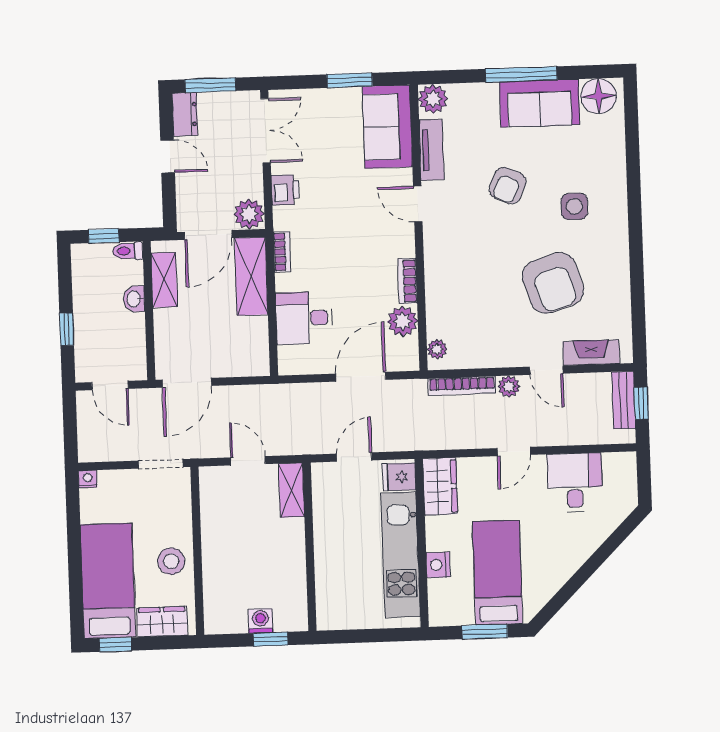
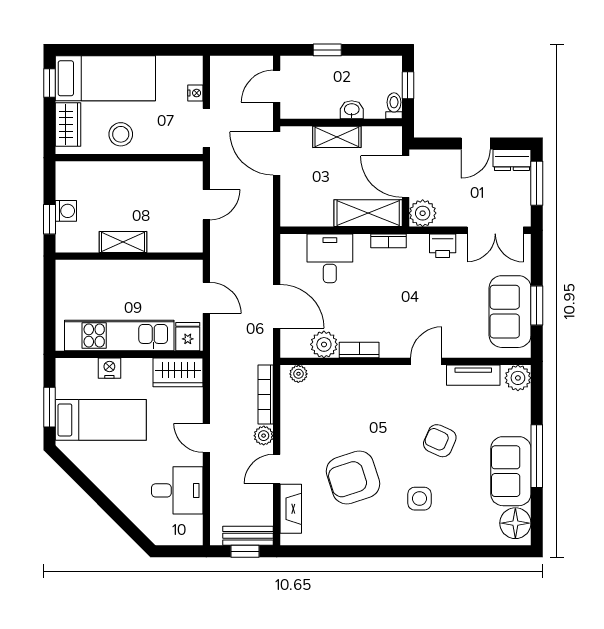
sofa: (387, 127) -> (510, 312), moved, turned -90
shelving: (164, 280) -> (337, 137), moved
nightstand: (88, 479) -> (195, 93), moved
shelving: (291, 490) -> (123, 242), moved

